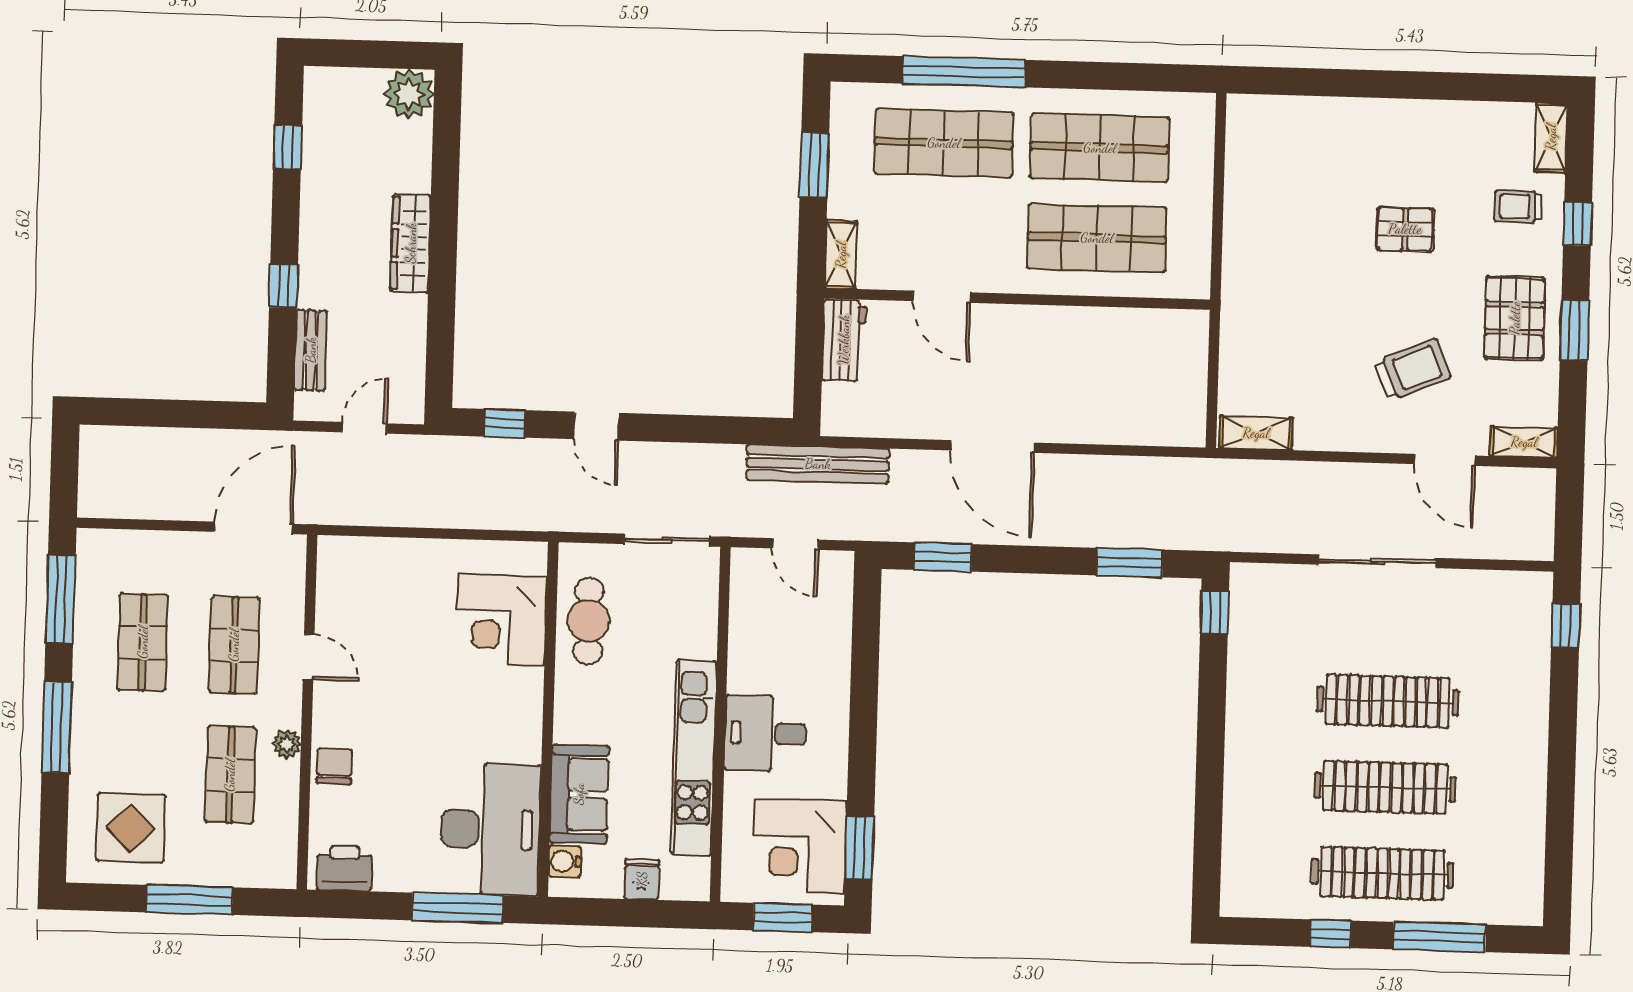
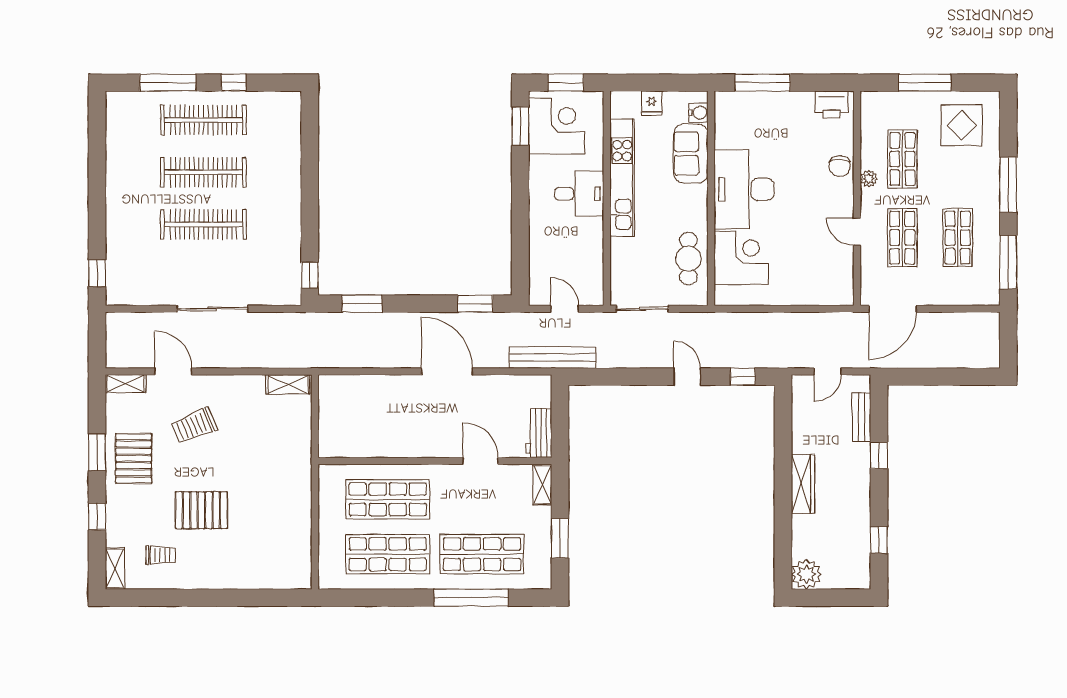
trolley: (1518, 207) -> (161, 555), moved
pallet: (1405, 229) -> (201, 510), width x1.50, depth x1.42
desk: (490, 829) -> (744, 189), moved

